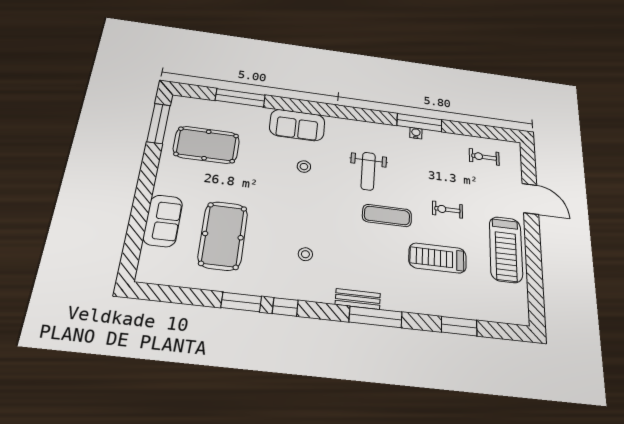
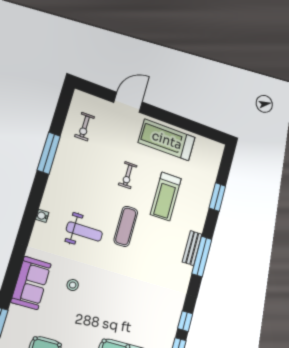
window: (419, 123) -> (49, 153), moved
water cooler: (416, 133) -> (42, 216), moved
treadmill: (506, 249) -> (167, 140), turned 180
stool: (305, 254) -> (148, 299), removed
bench: (358, 299) -> (192, 248), moved

